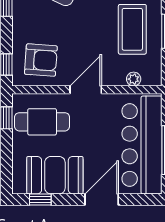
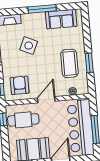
armchair: (41, 60) -> (20, 85), turned -94

